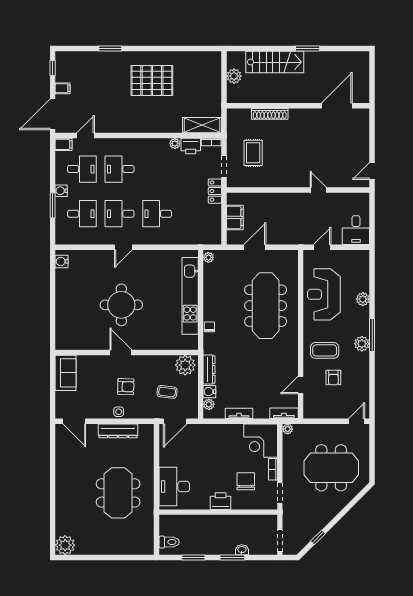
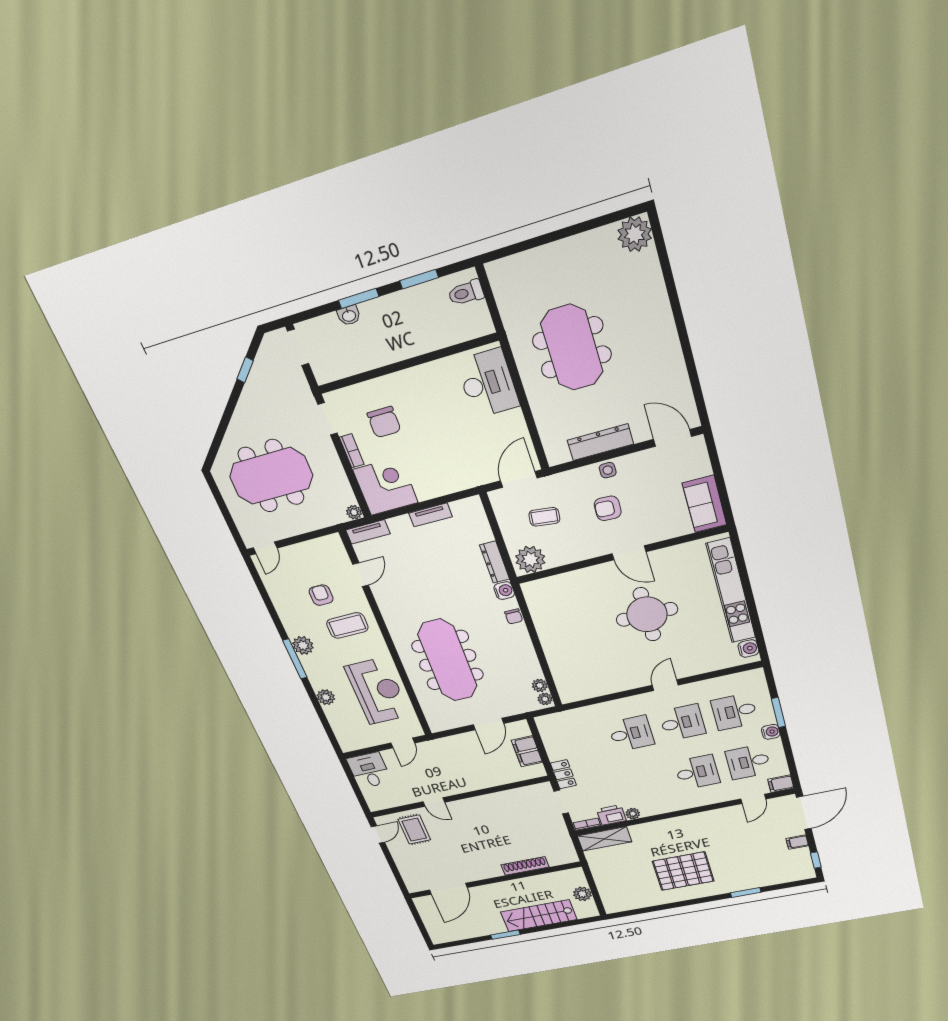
rug: (253, 153) -> (414, 830), moved
kitchen unit: (190, 296) -> (731, 591), moved, turned 180
water cooler: (209, 392) -> (504, 591), moved
plant: (209, 404) -> (540, 685), moved
printer: (221, 501) -> (410, 382), removed

